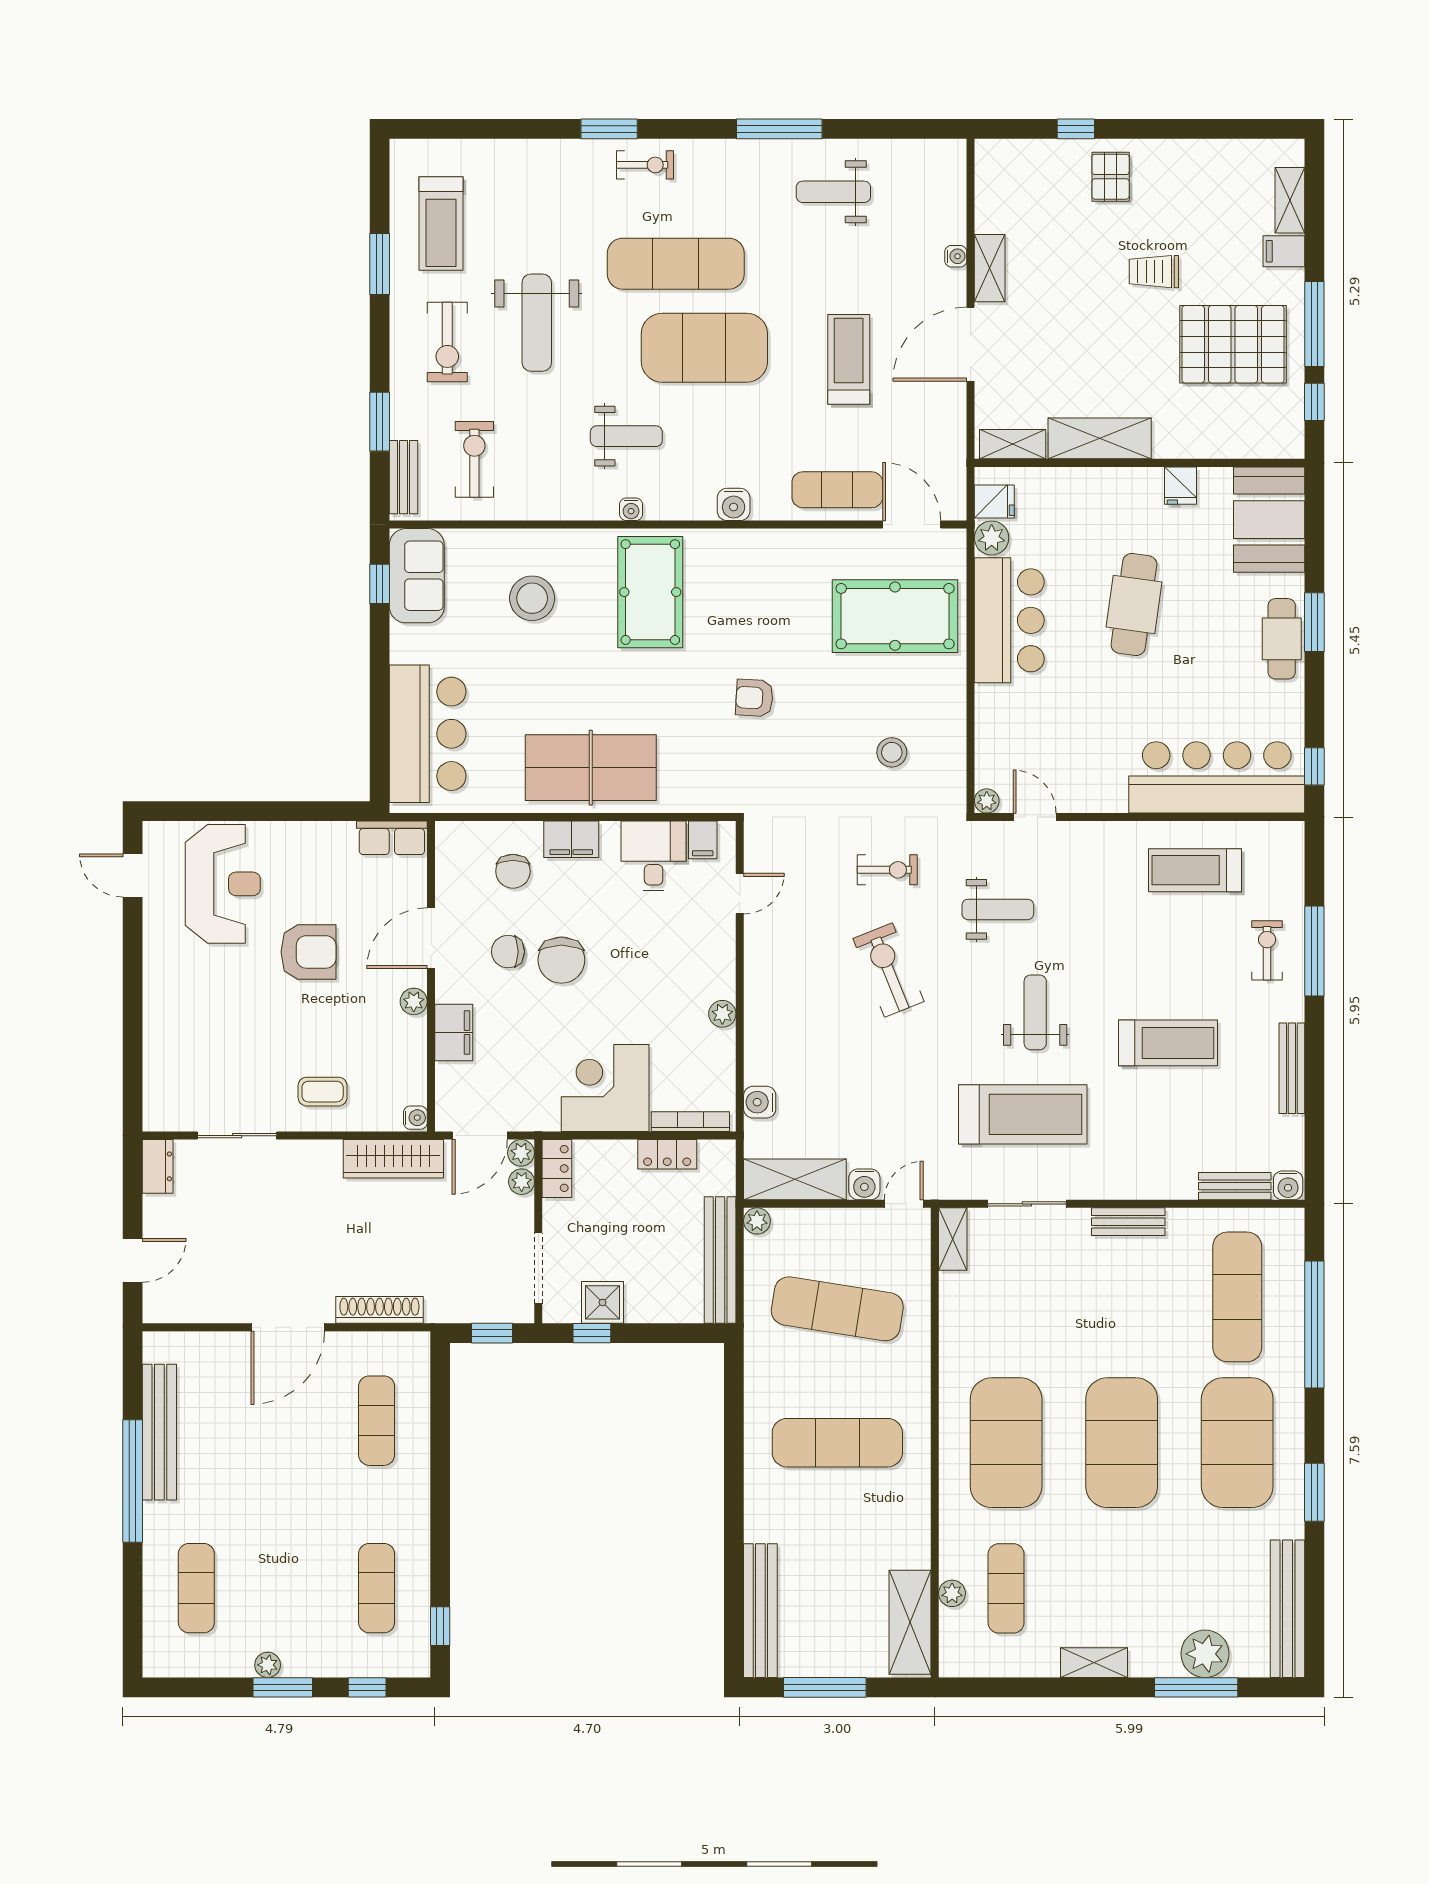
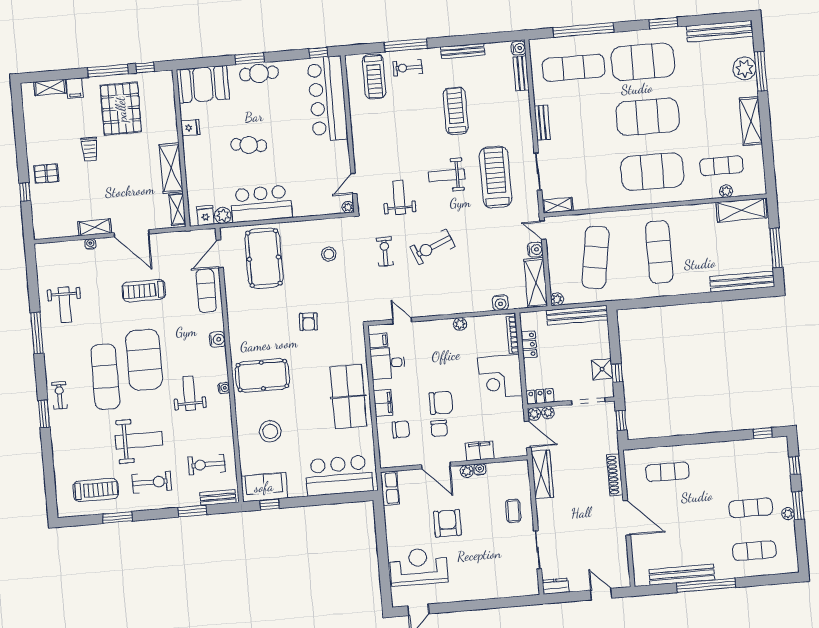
cafe table: (1134, 605) -> (249, 145), width x0.73, depth x0.74
treadmill: (1195, 870) -> (374, 76), moved
water cooler: (415, 1118) -> (480, 469), moved
exercise mat: (377, 1588) -> (751, 508), moved
shelving: (1094, 1663) -> (751, 121), width x1.50, depth x1.33

